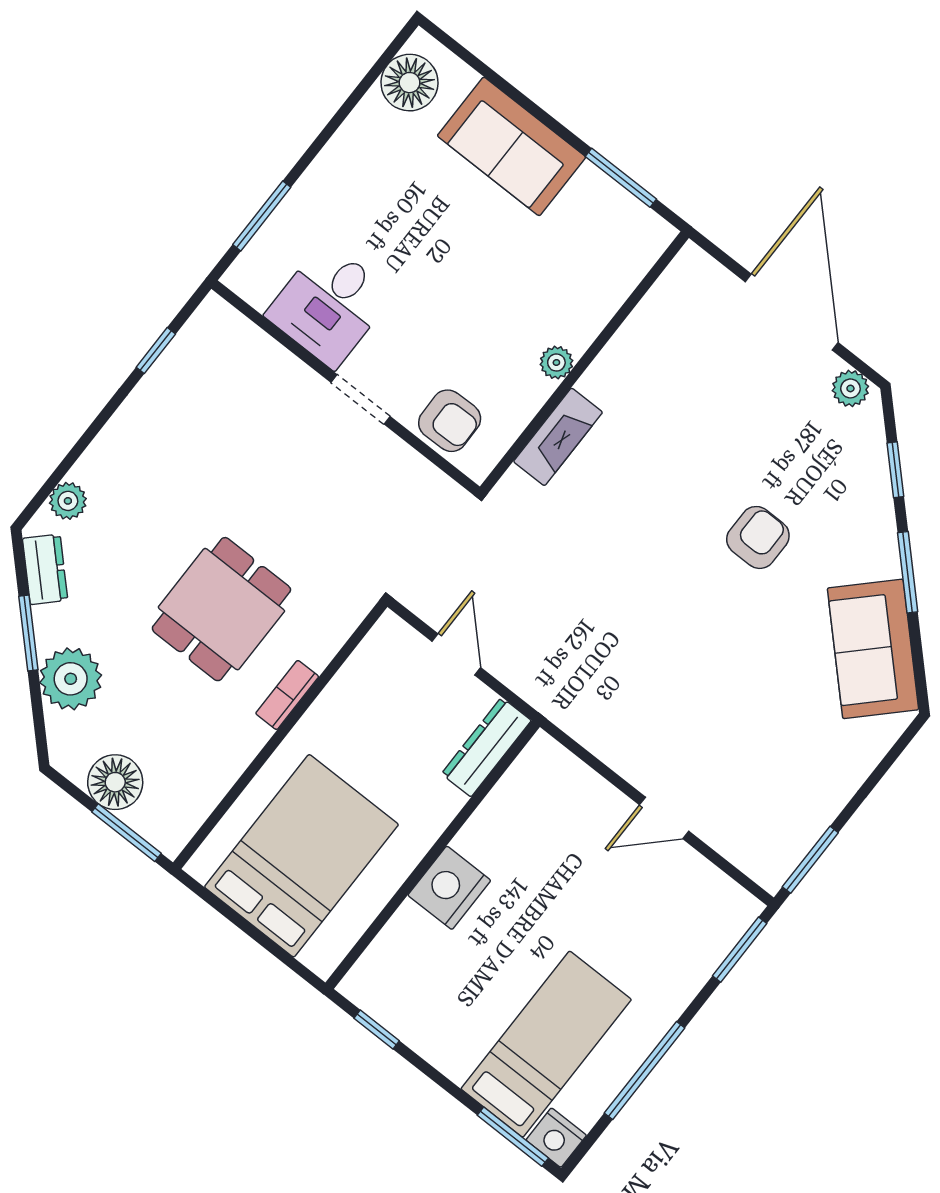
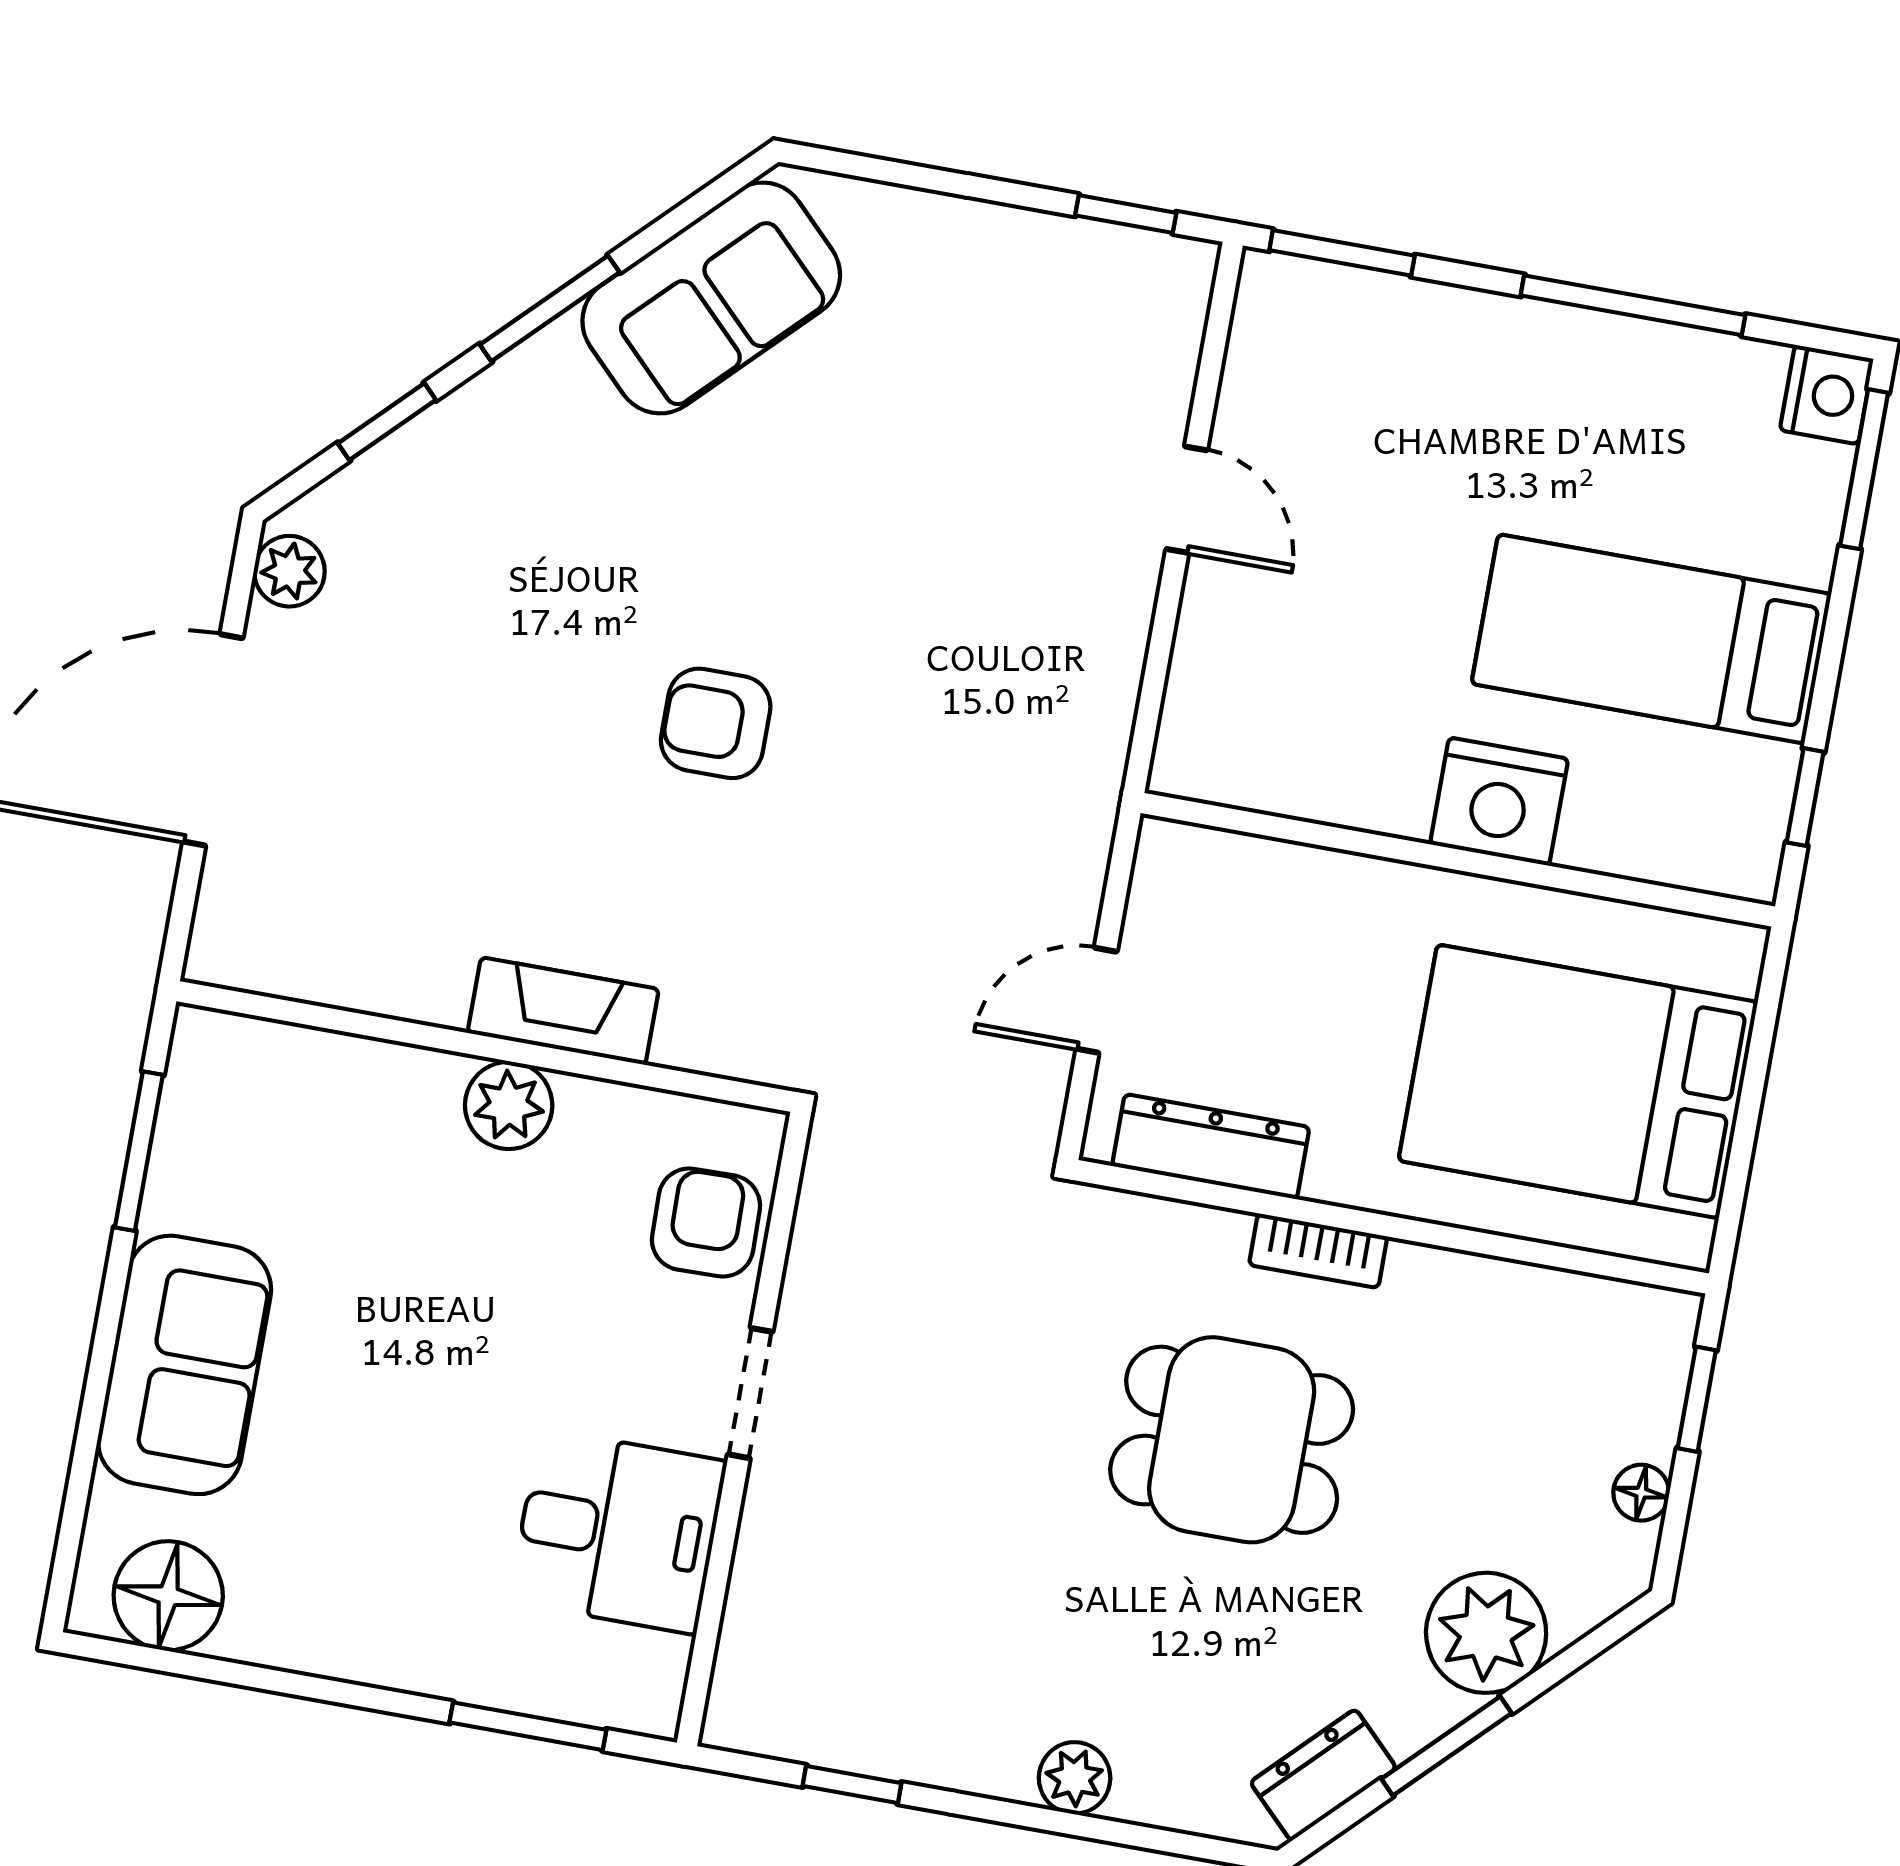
plant: (556, 363) -> (509, 1105), width x1.38, depth x1.38
fireplace: (558, 437) -> (563, 1011), moved
plant: (68, 501) -> (1075, 1778), moved
armchair: (758, 537) -> (716, 723), moved
dresser: (486, 747) -> (1211, 1147), moved, turned 180
floor lamp: (115, 782) -> (1641, 1493), width x0.53, depth x0.53
window: (126, 833) -> (1697, 1399), width x0.67
window: (810, 860) -> (1126, 214), width x0.67
bed: (546, 1044) -> (1651, 639), moved

